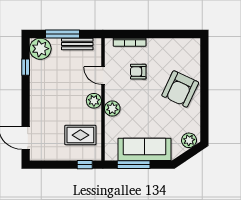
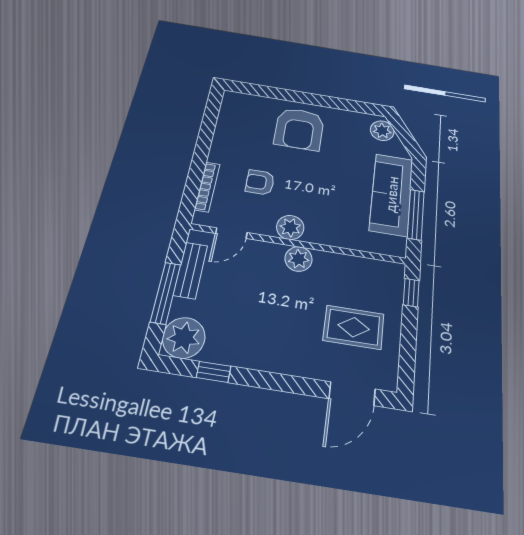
armchair: (138, 72) -> (260, 182), turned 90
door: (103, 76) -> (231, 233), moved
armchair: (180, 89) -> (299, 129), turned 65
plant: (112, 109) -> (290, 227), moved
rug: (80, 135) -> (354, 327), moved, turned 90

